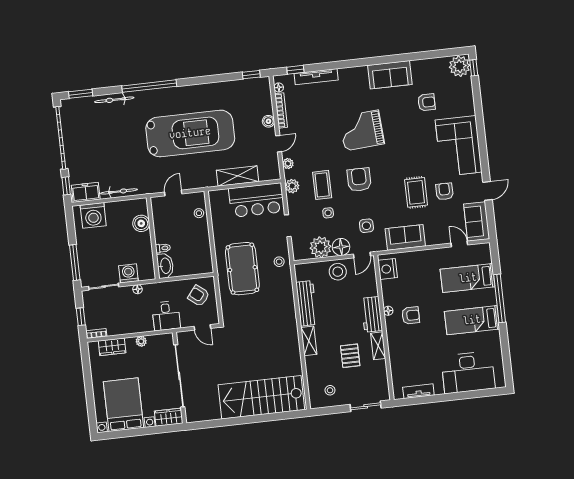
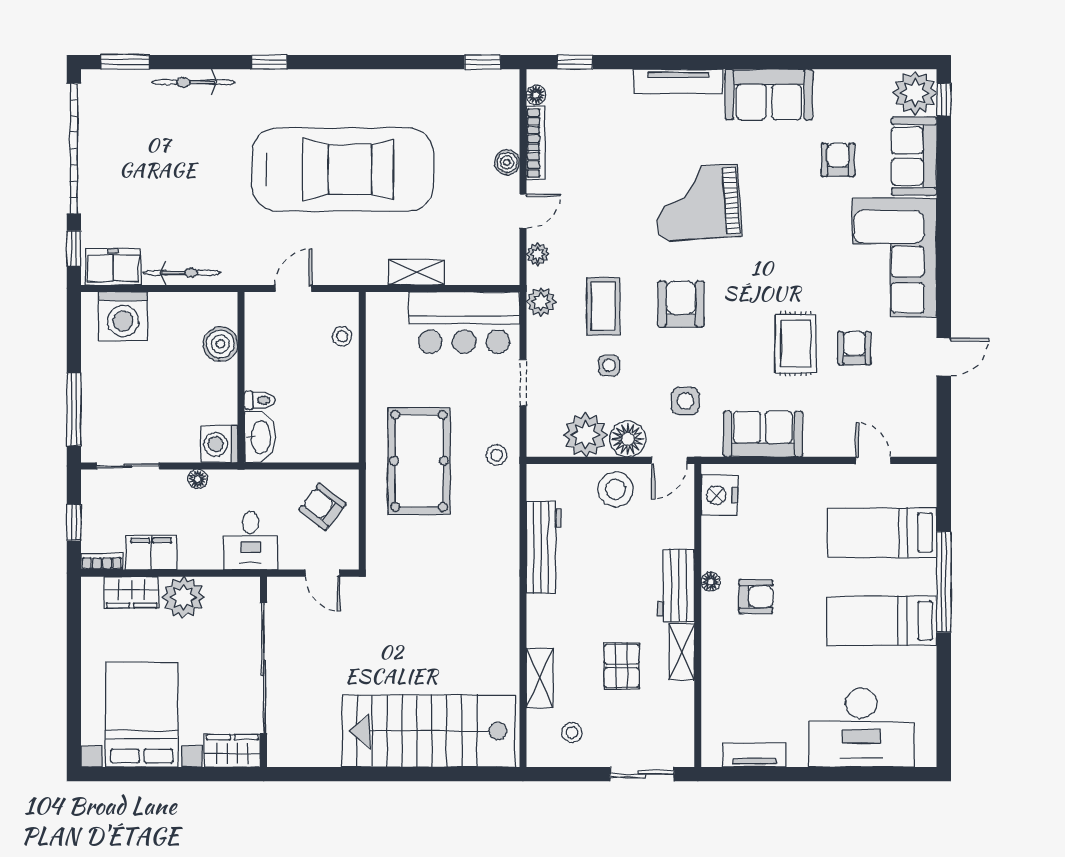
tv unit: (316, 77) -> (678, 81), moved
window: (149, 86) -> (269, 62), width x0.32
armchair: (426, 102) -> (838, 160), turned -90
shelving: (238, 176) -> (416, 272), width x0.67, depth x0.75
sofa: (477, 222) -> (914, 156), moved
washing machine: (128, 273) -> (219, 444), moved, turned -90
filing cabinet: (119, 327) -> (151, 552), added
plant: (141, 341) -> (183, 597), width x1.88, depth x1.88
shelving: (309, 341) -> (540, 678), moved

